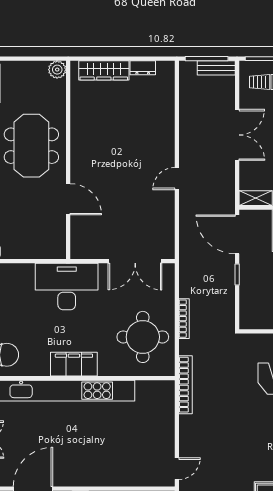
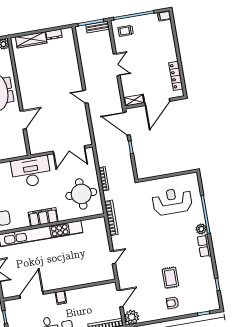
double door: (237, 135) -> (117, 65), width x0.73
door: (177, 179) -> (85, 97), hinge flipped
door: (68, 199) -> (23, 120), hinge flipped
door: (177, 469) -> (113, 257), moved

